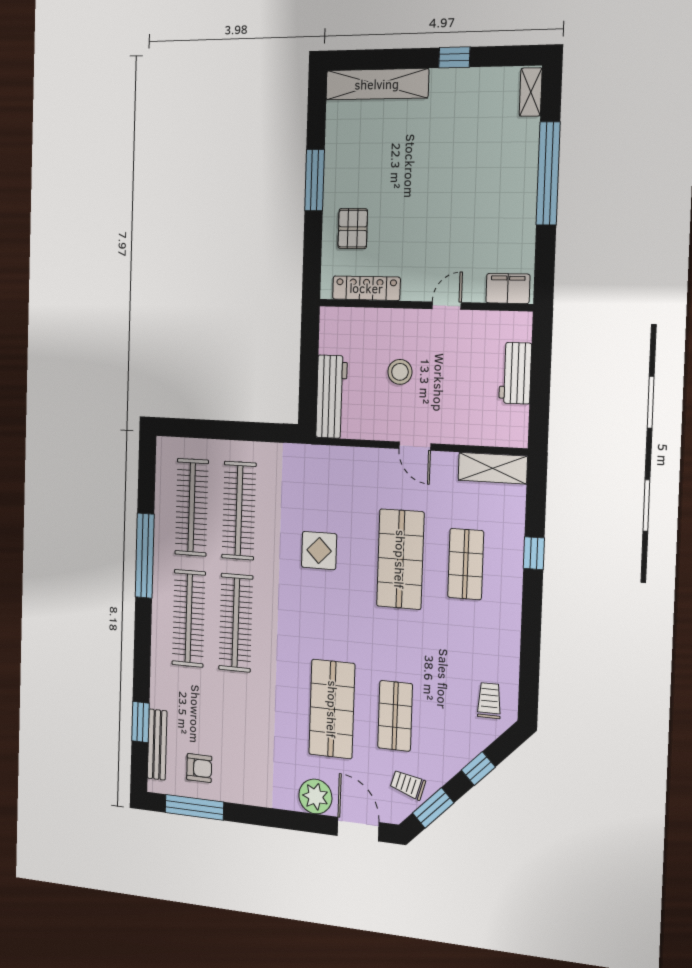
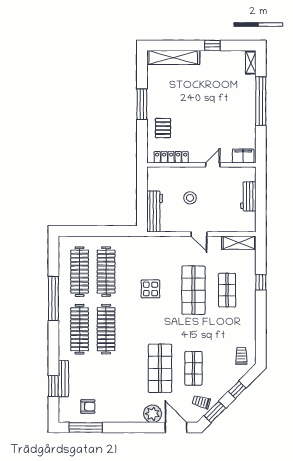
bench: (157, 745) -> (63, 379), moved

